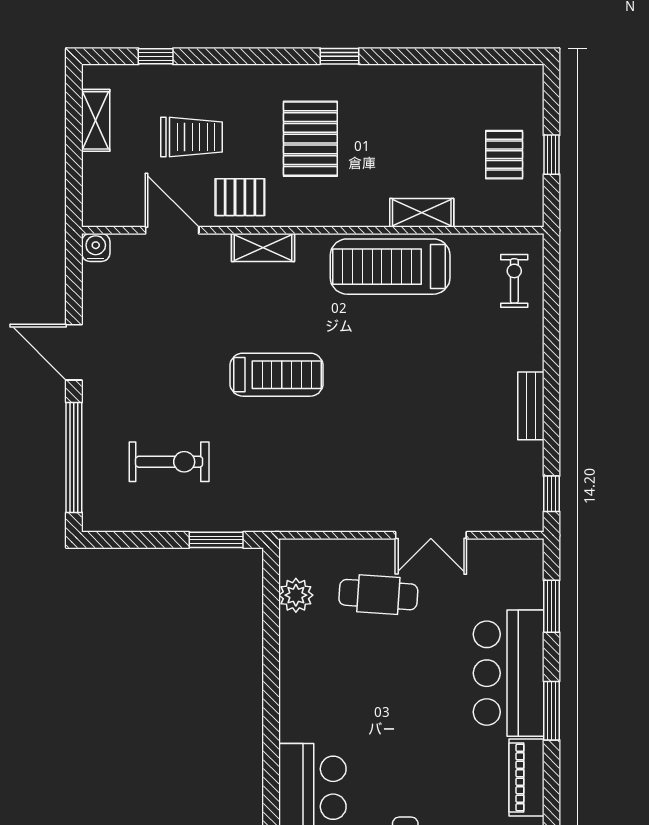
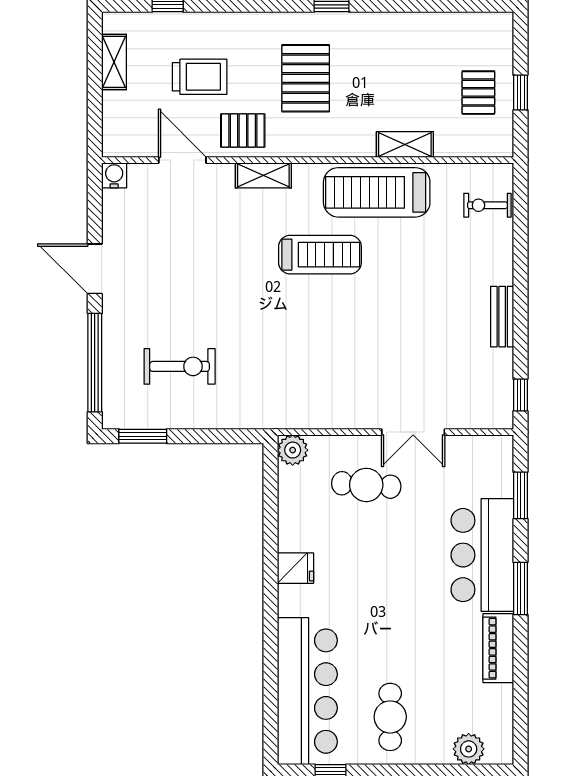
exercise bike: (514, 281) -> (487, 205), turned -90
treadmill: (277, 375) -> (320, 255), moved
window: (216, 540) -> (143, 436), moved
plant: (296, 595) -> (293, 450), moved
fridge: (299, 688) -> (296, 568), added

